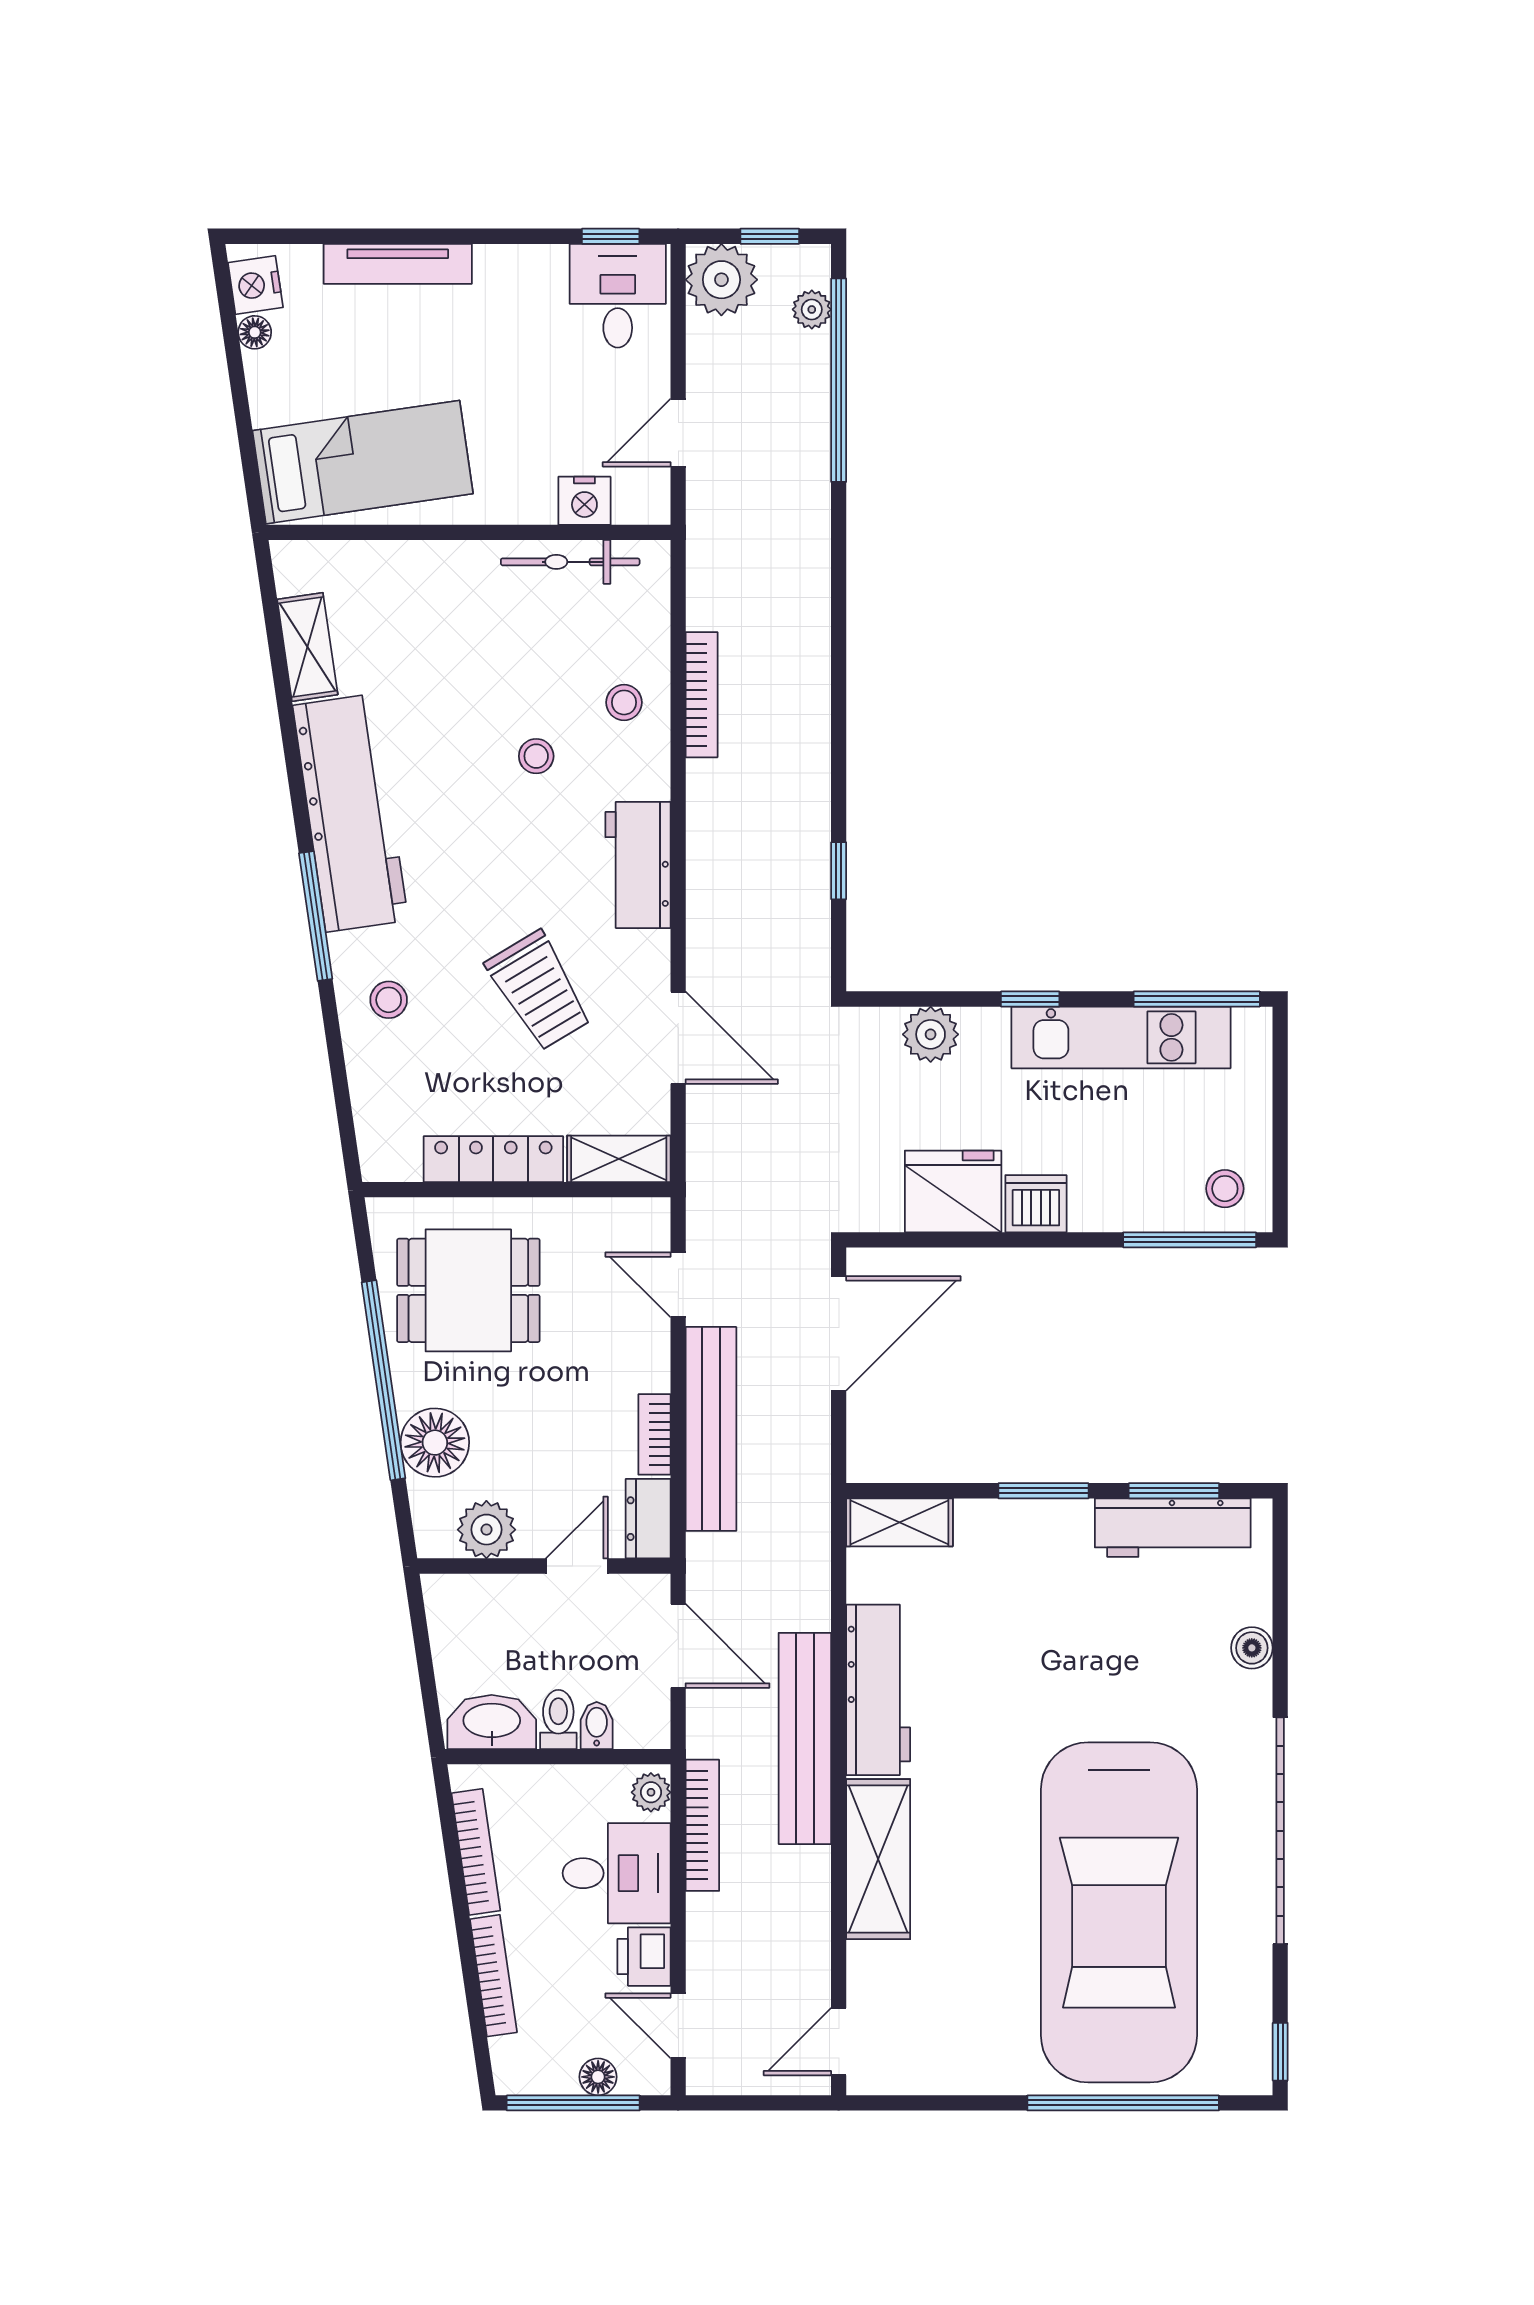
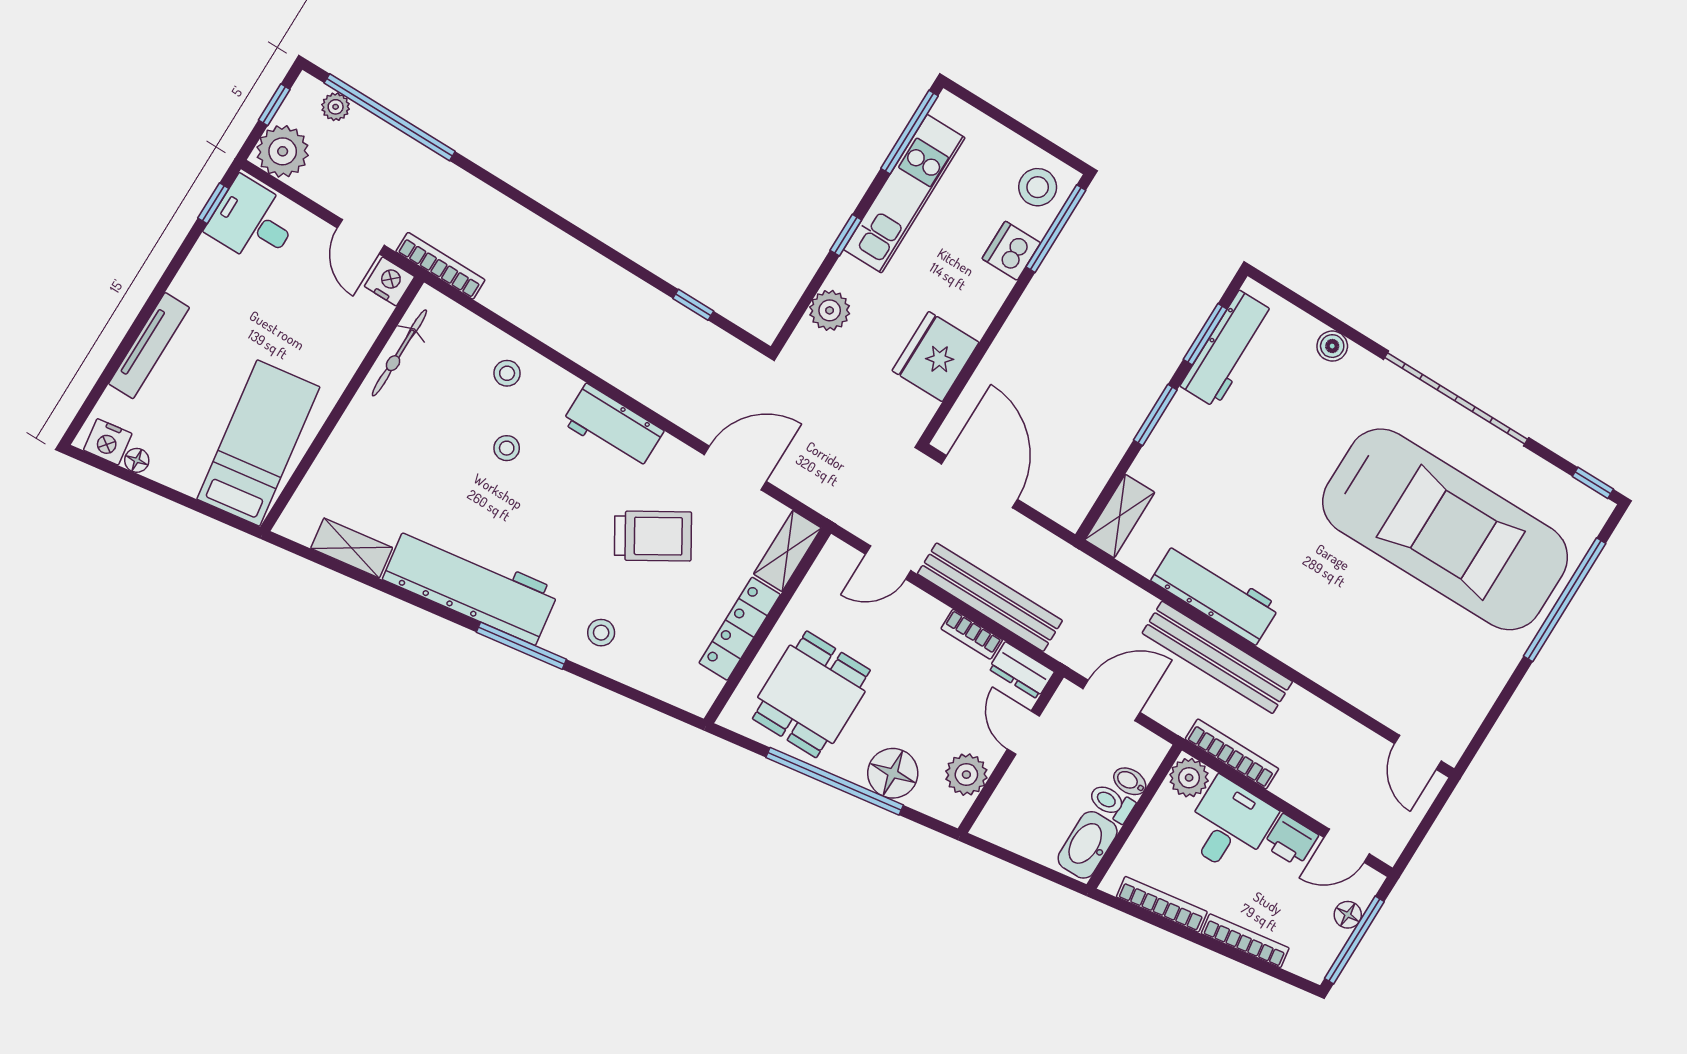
nightstand: (584, 501) -> (389, 281), moved, turned -90
bookcase: (702, 695) -> (440, 266), moved
stool: (1225, 1189) -> (1038, 187), width x1.37, depth x1.37
dishwasher: (1036, 1204) -> (1011, 251), moved
plant: (651, 1792) -> (1189, 778), width x1.38, depth x1.38
shelving: (878, 1859) -> (1320, 658), removed

